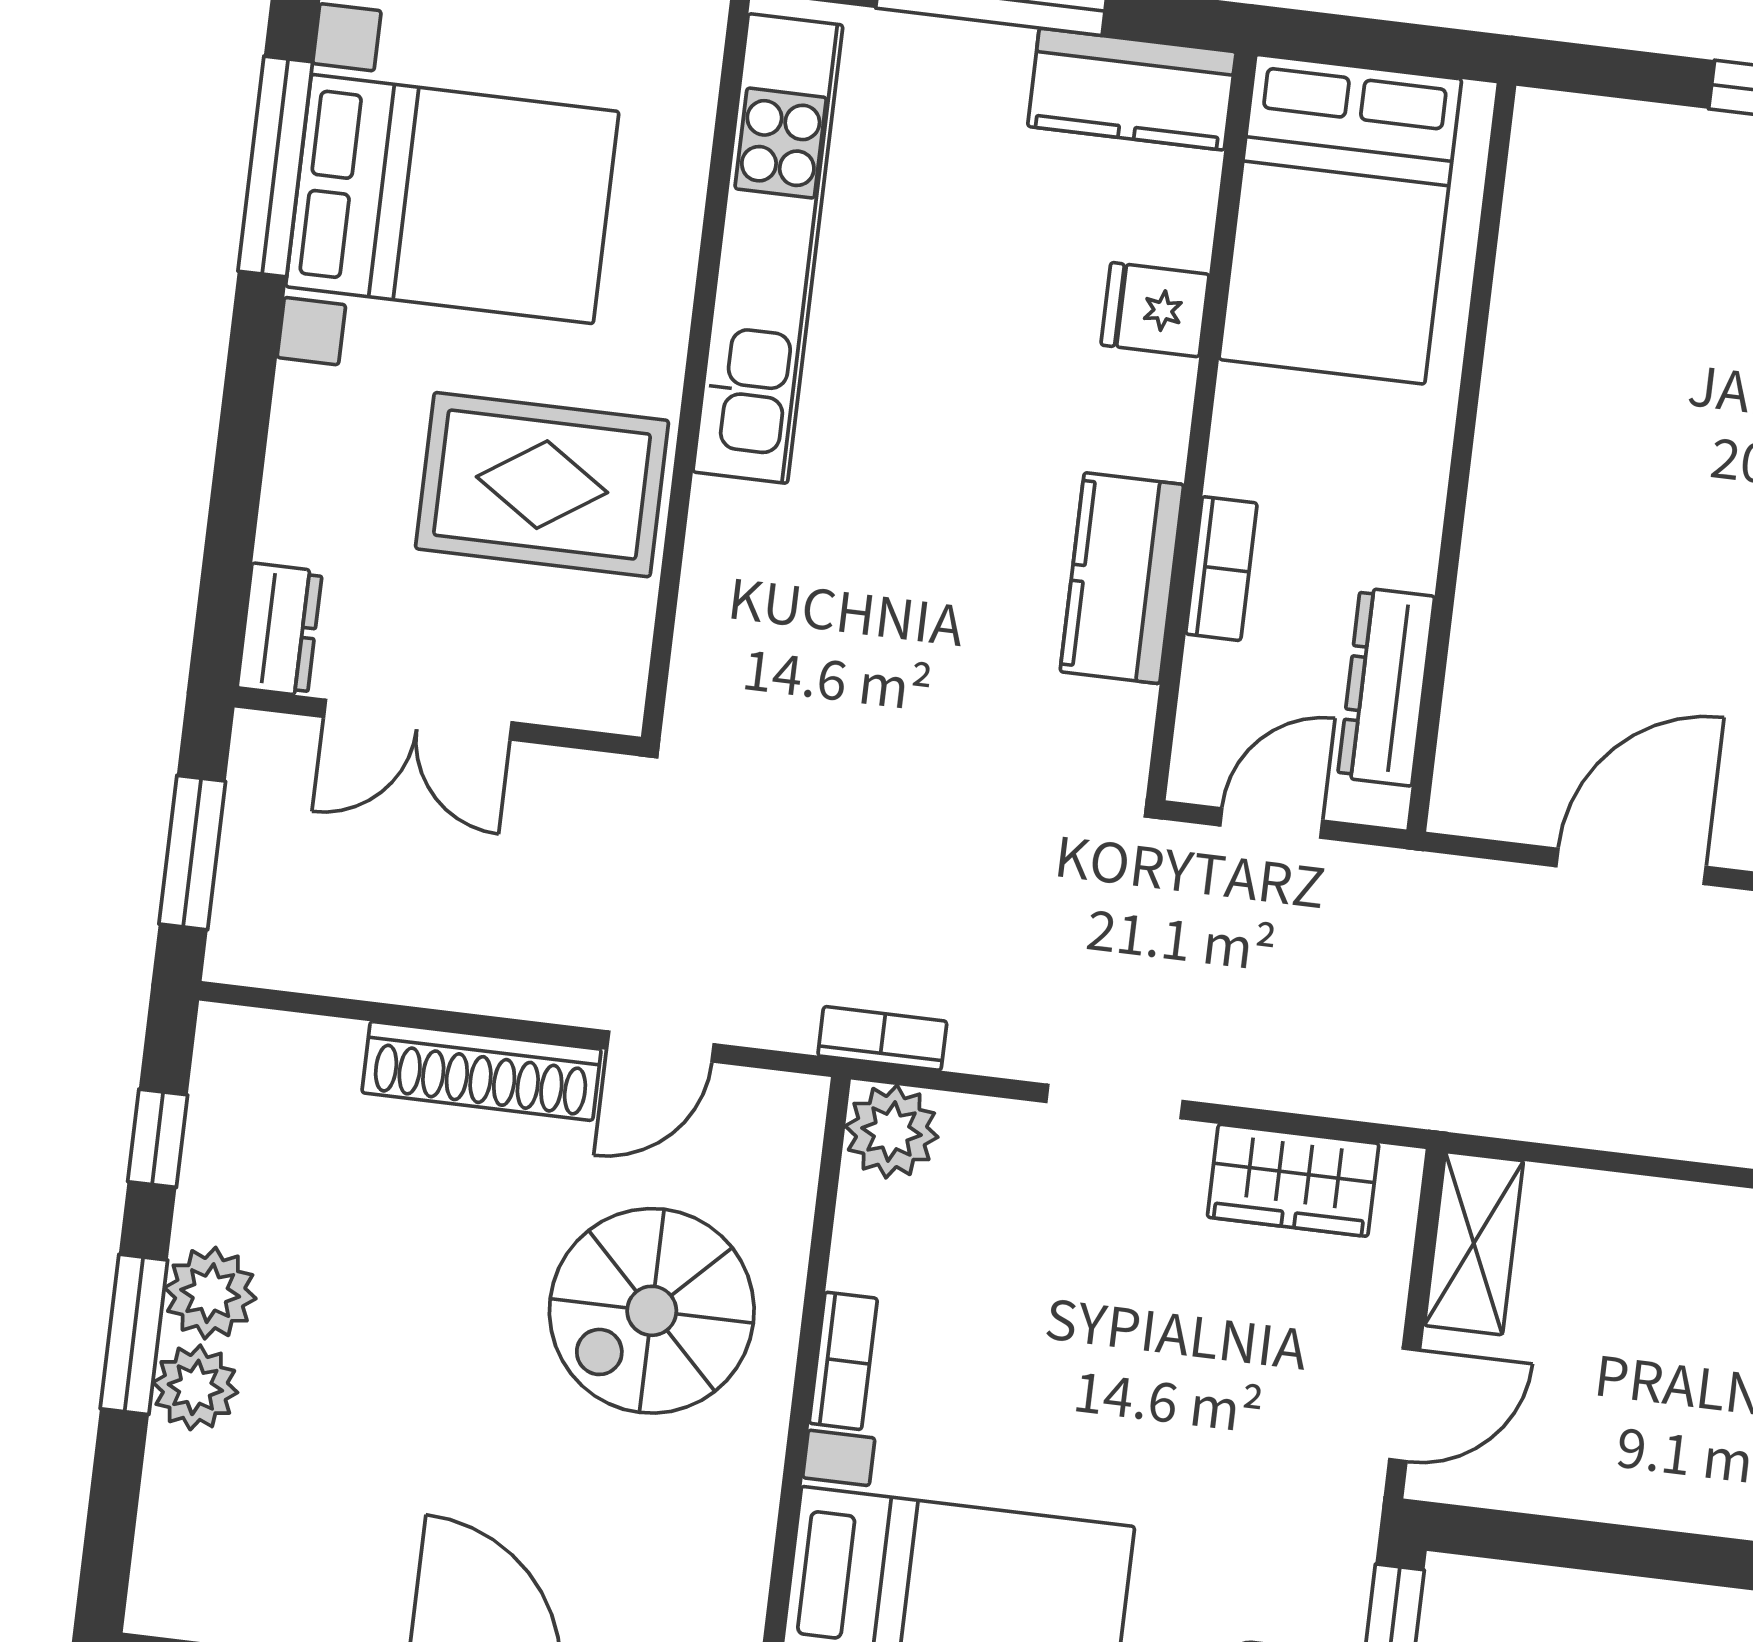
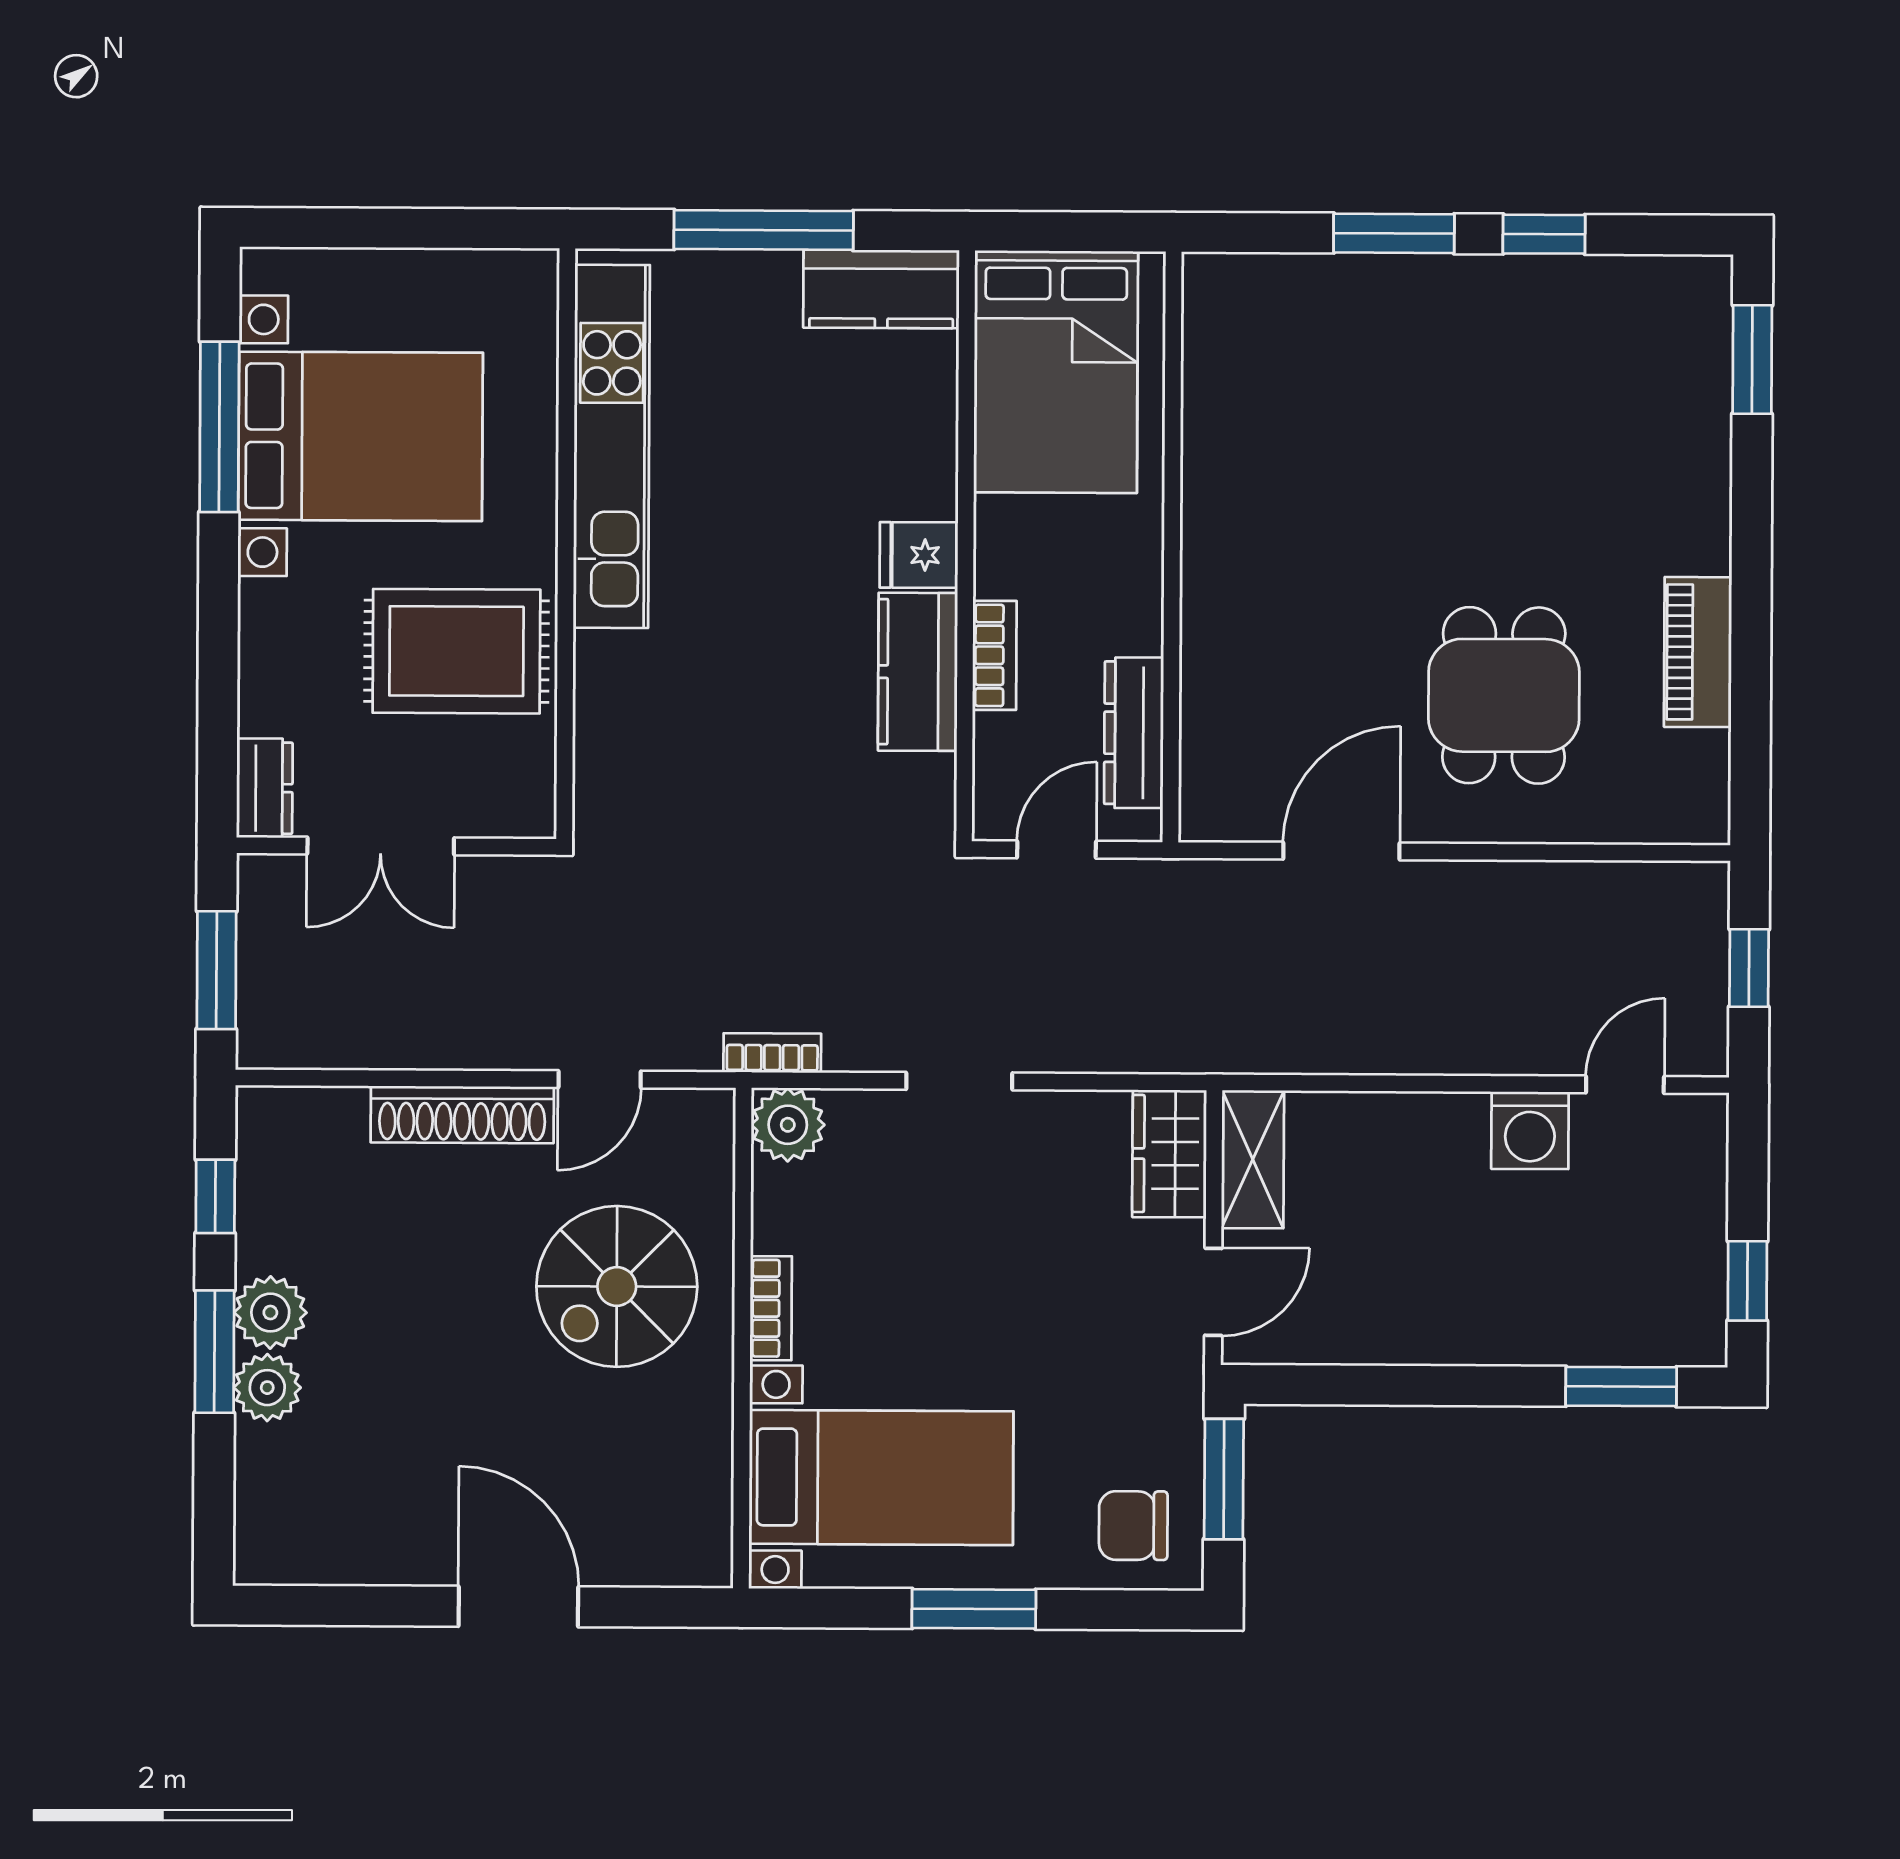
fridge: (1155, 310) -> (919, 555), moved
wardrobe: (1293, 1180) -> (1169, 1154), moved, turned 90

